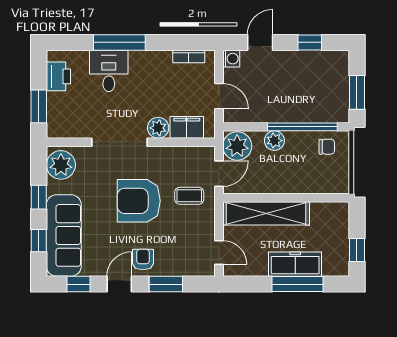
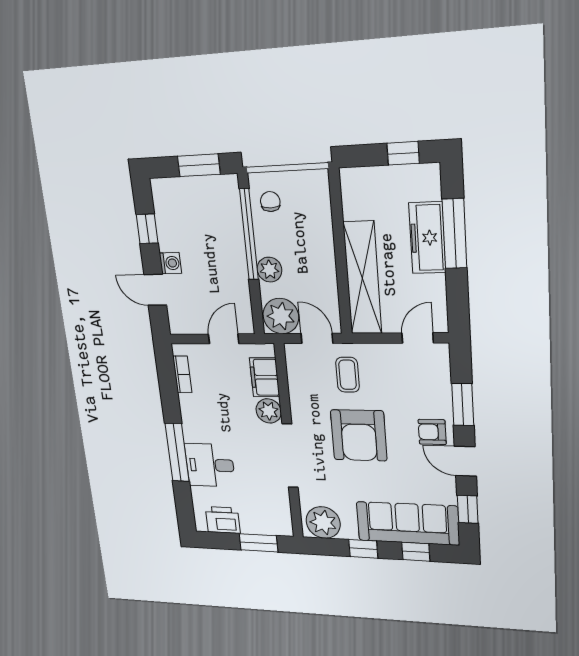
washing machine: (231, 59) -> (170, 263), moved, turned 90

